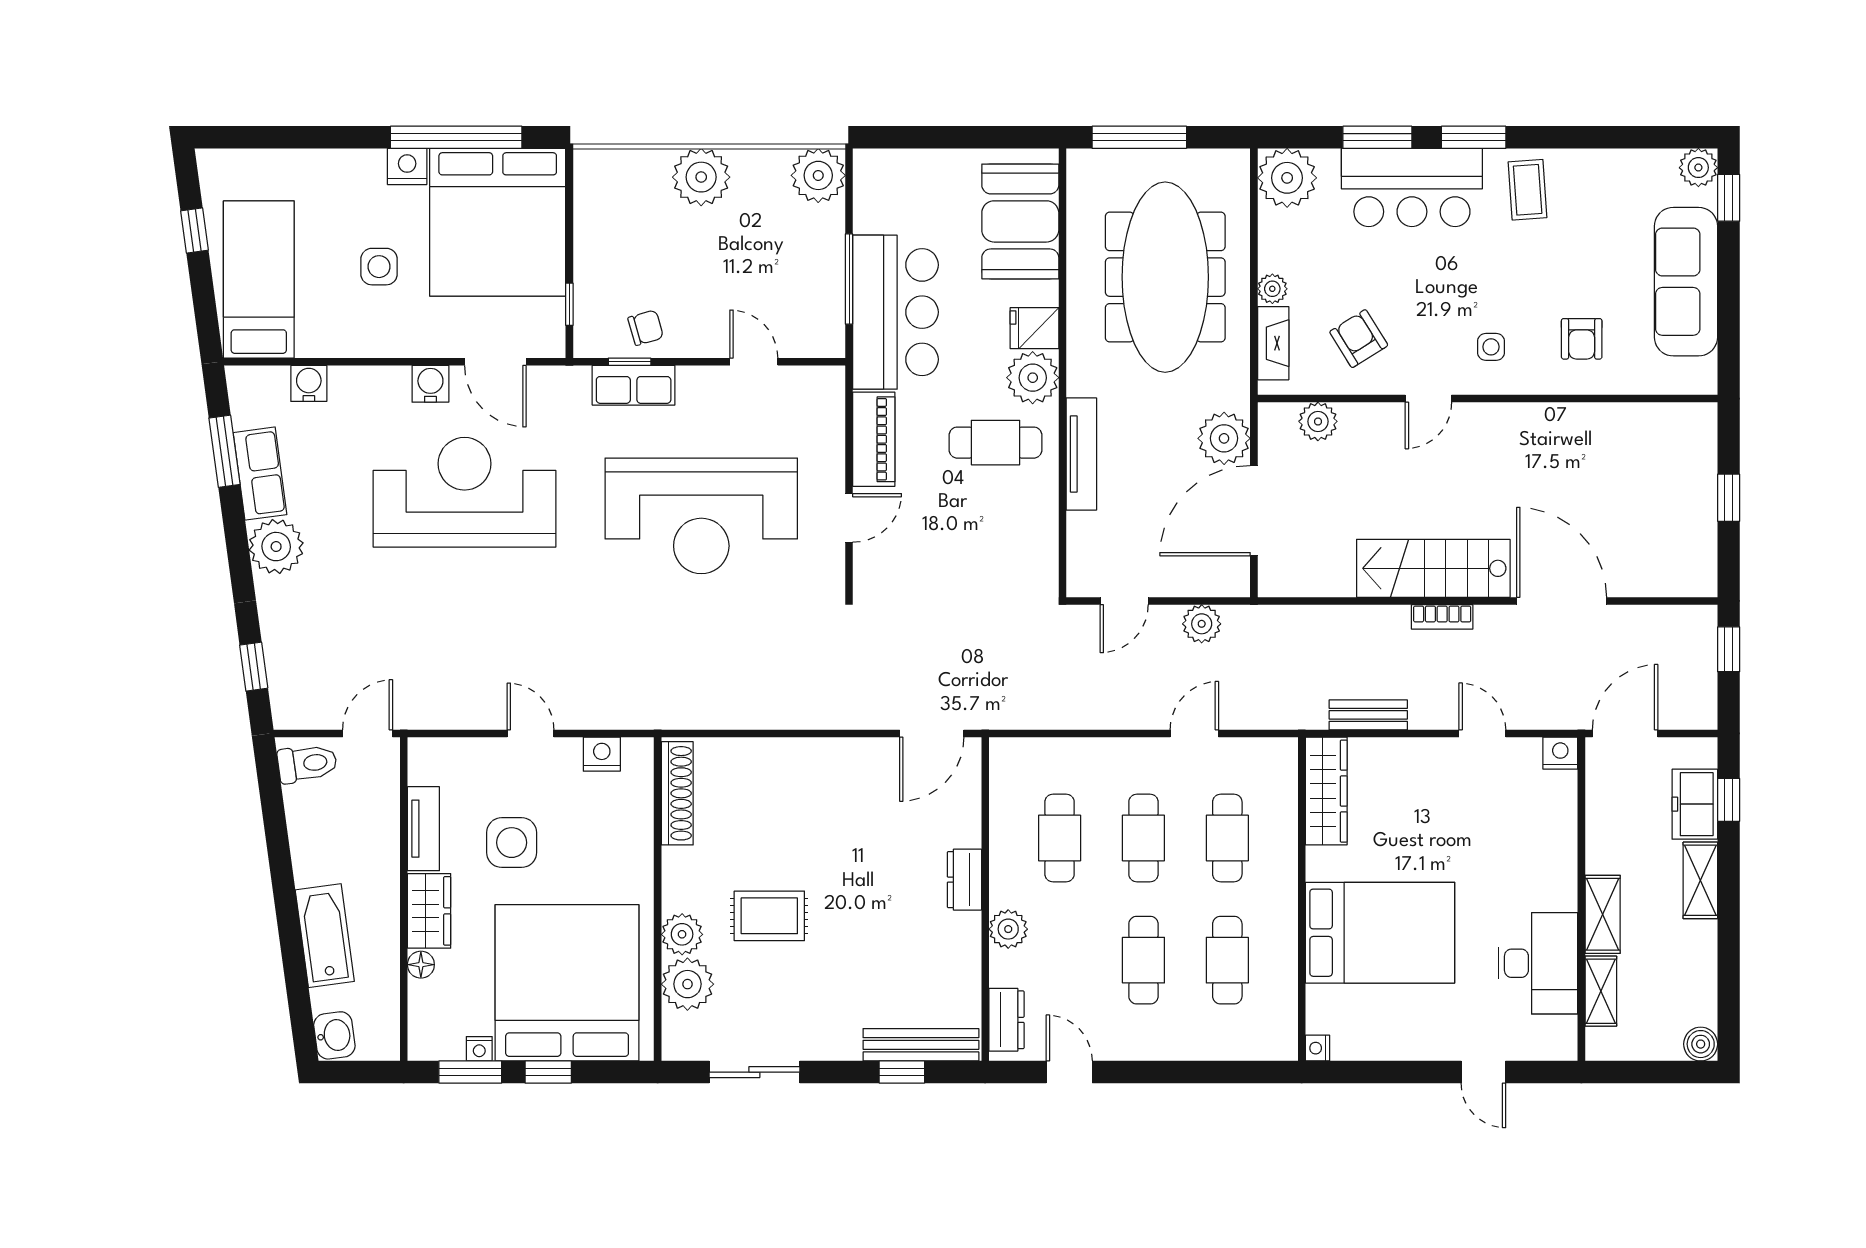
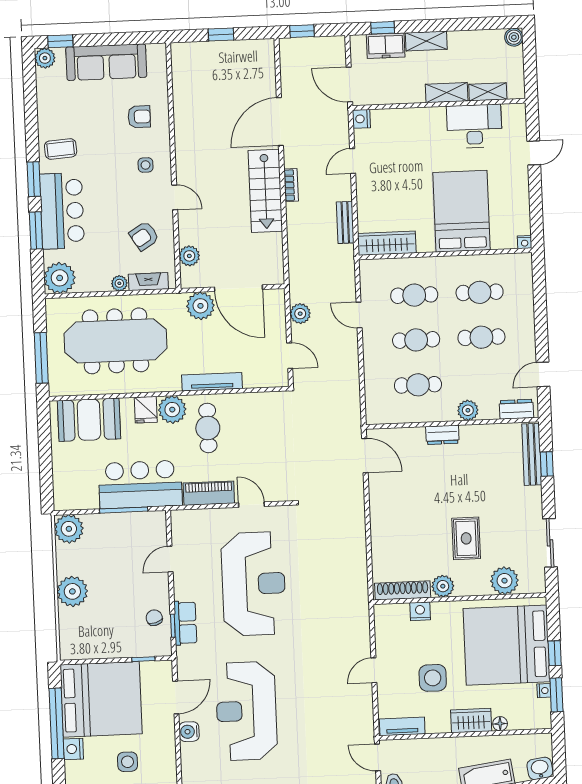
nightstand: (602, 754) -> (420, 611), moved, turned 90
tv unit: (423, 829) -> (402, 726), moved
plant: (682, 934) -> (443, 586), moved

